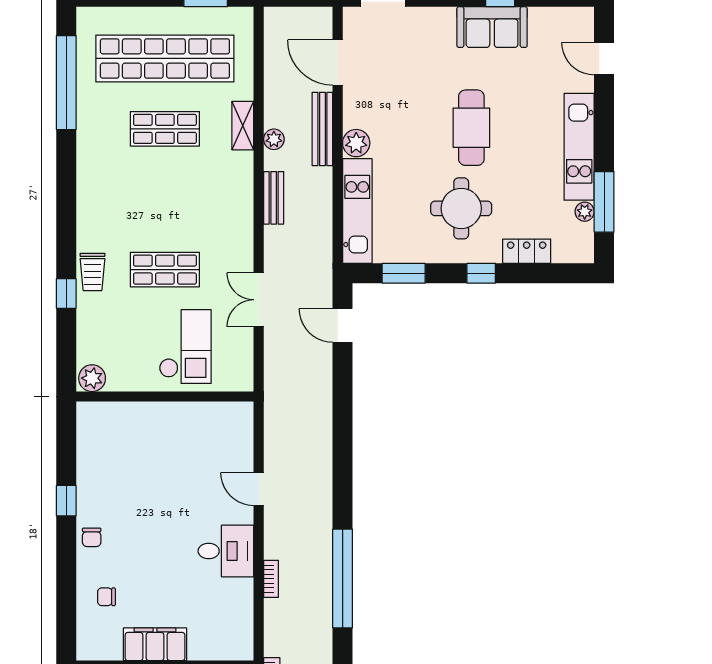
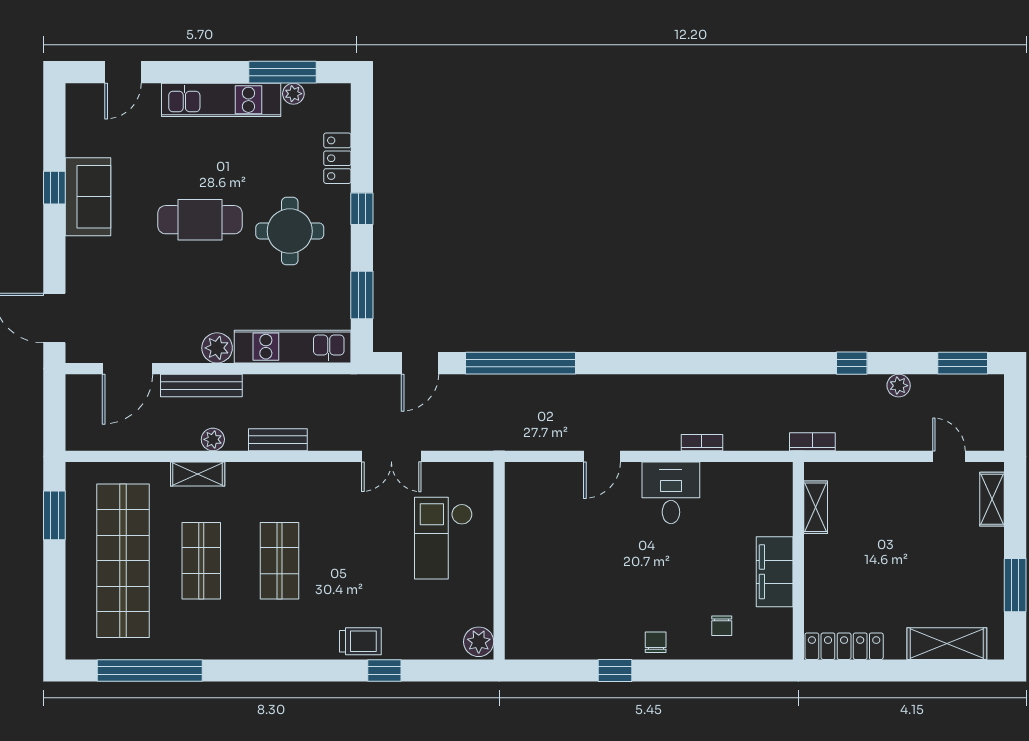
shop shelf: (165, 270) -> (279, 561), moved
checkout: (185, 347) -> (443, 538), turned -90
chair: (92, 537) -> (656, 642), turned -90
window: (343, 578) -> (520, 363), moved

